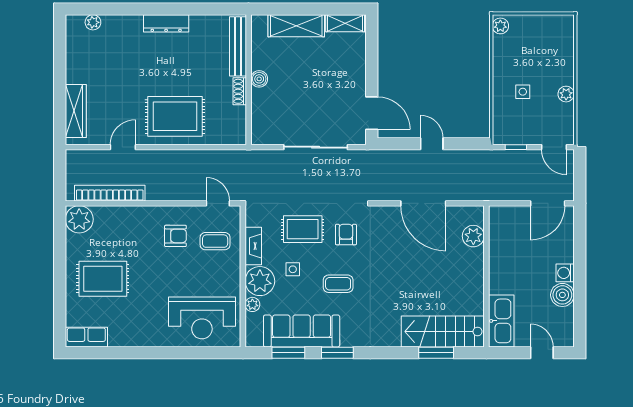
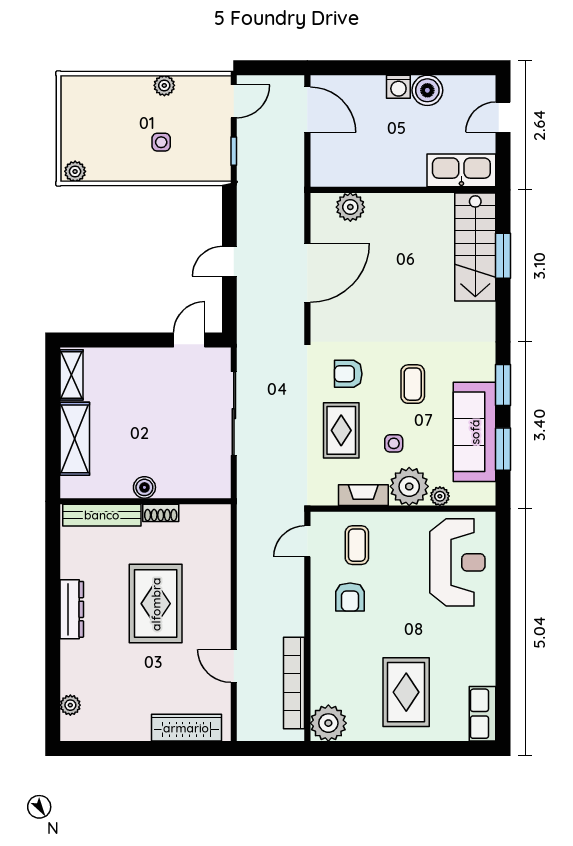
door: (372, 113) -> (189, 340), width x0.73
rug: (175, 116) -> (156, 604), moved
armchair: (175, 236) -> (350, 597), turned 180

